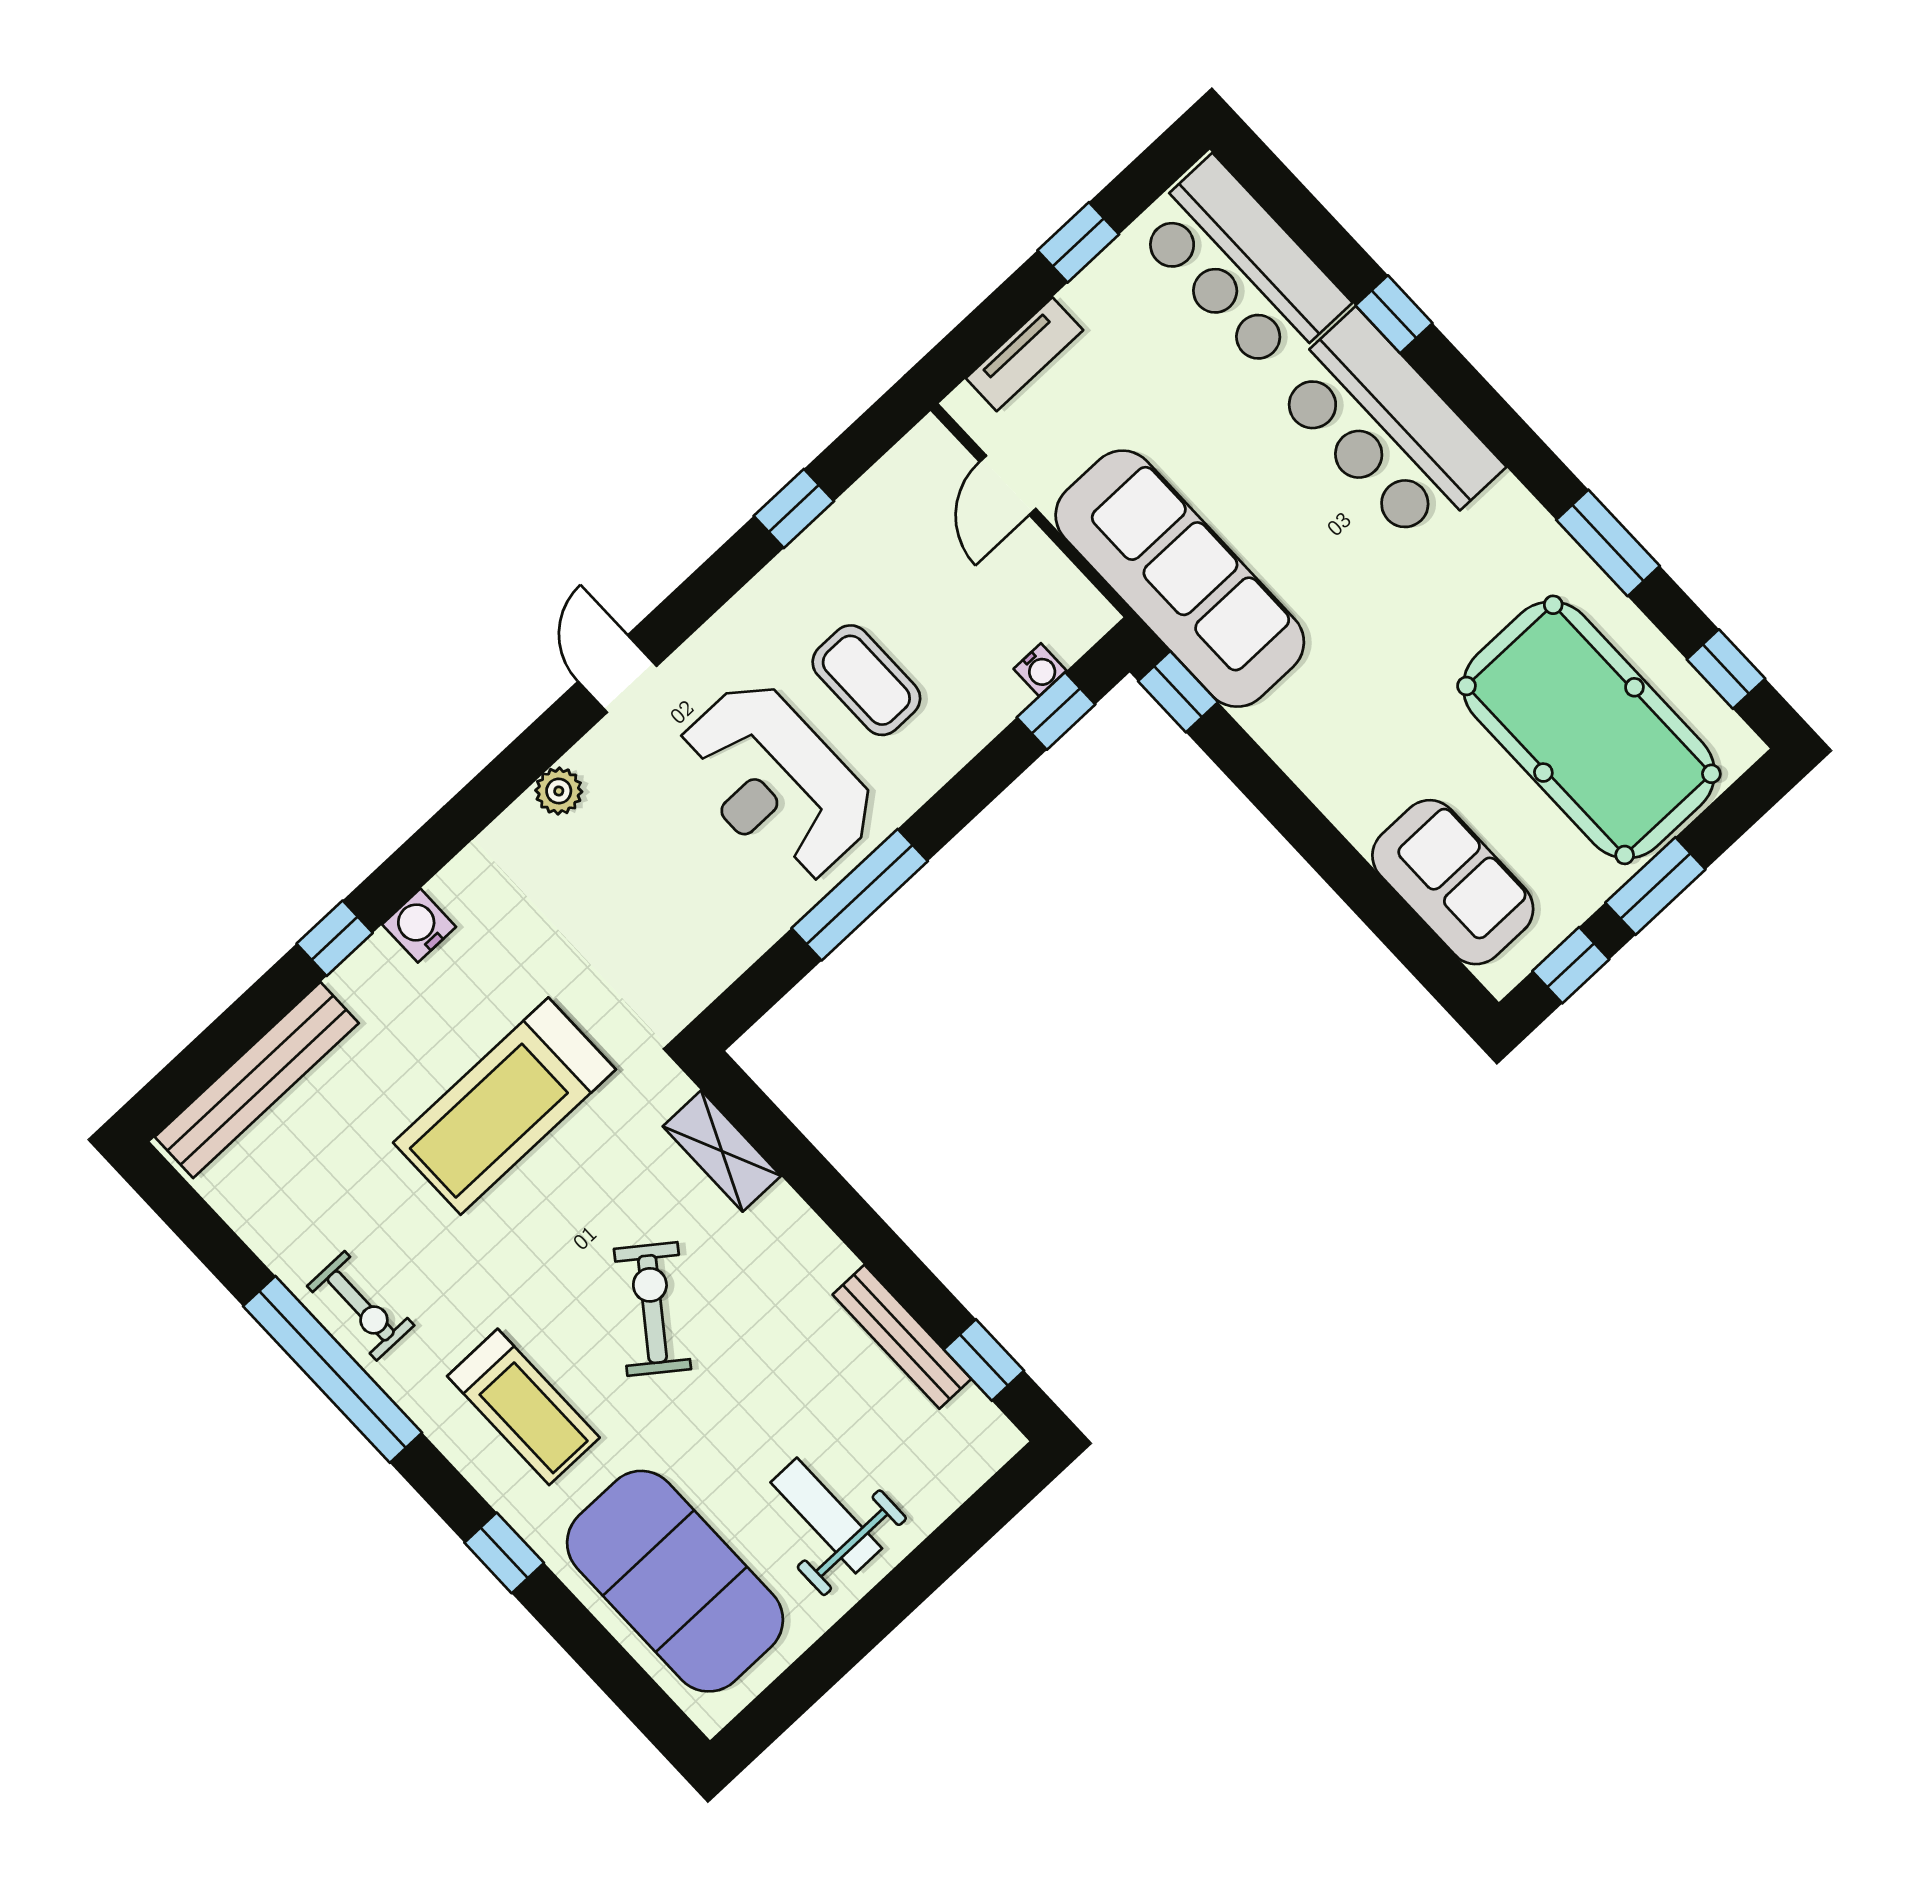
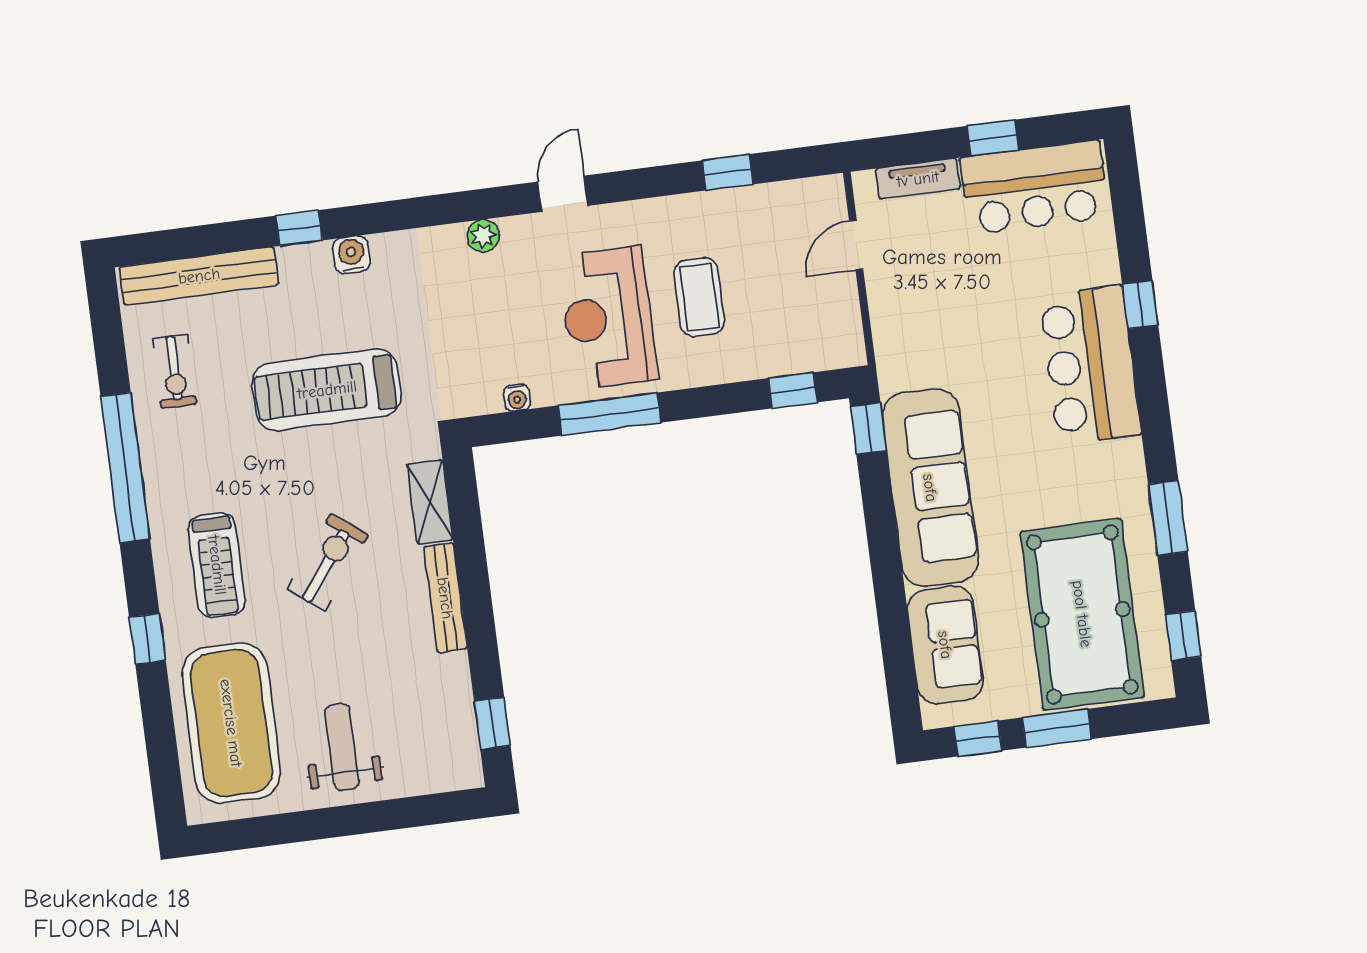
bar counter: (1241, 267) -> (1034, 187), moved, turned -90
sofa: (1180, 579) -> (930, 488), moved
water cooler: (1040, 670) -> (517, 398), moved
exercise bike: (361, 1306) -> (174, 372), moved
bench: (902, 1337) -> (445, 598), moved

